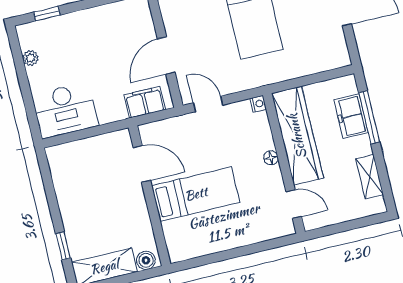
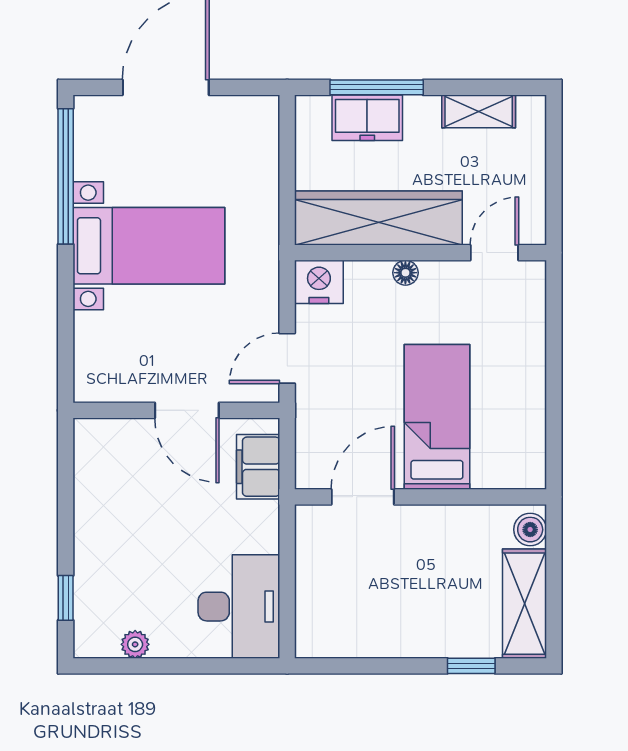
nightstand: (258, 104) -> (319, 282), width x1.89, depth x1.79

